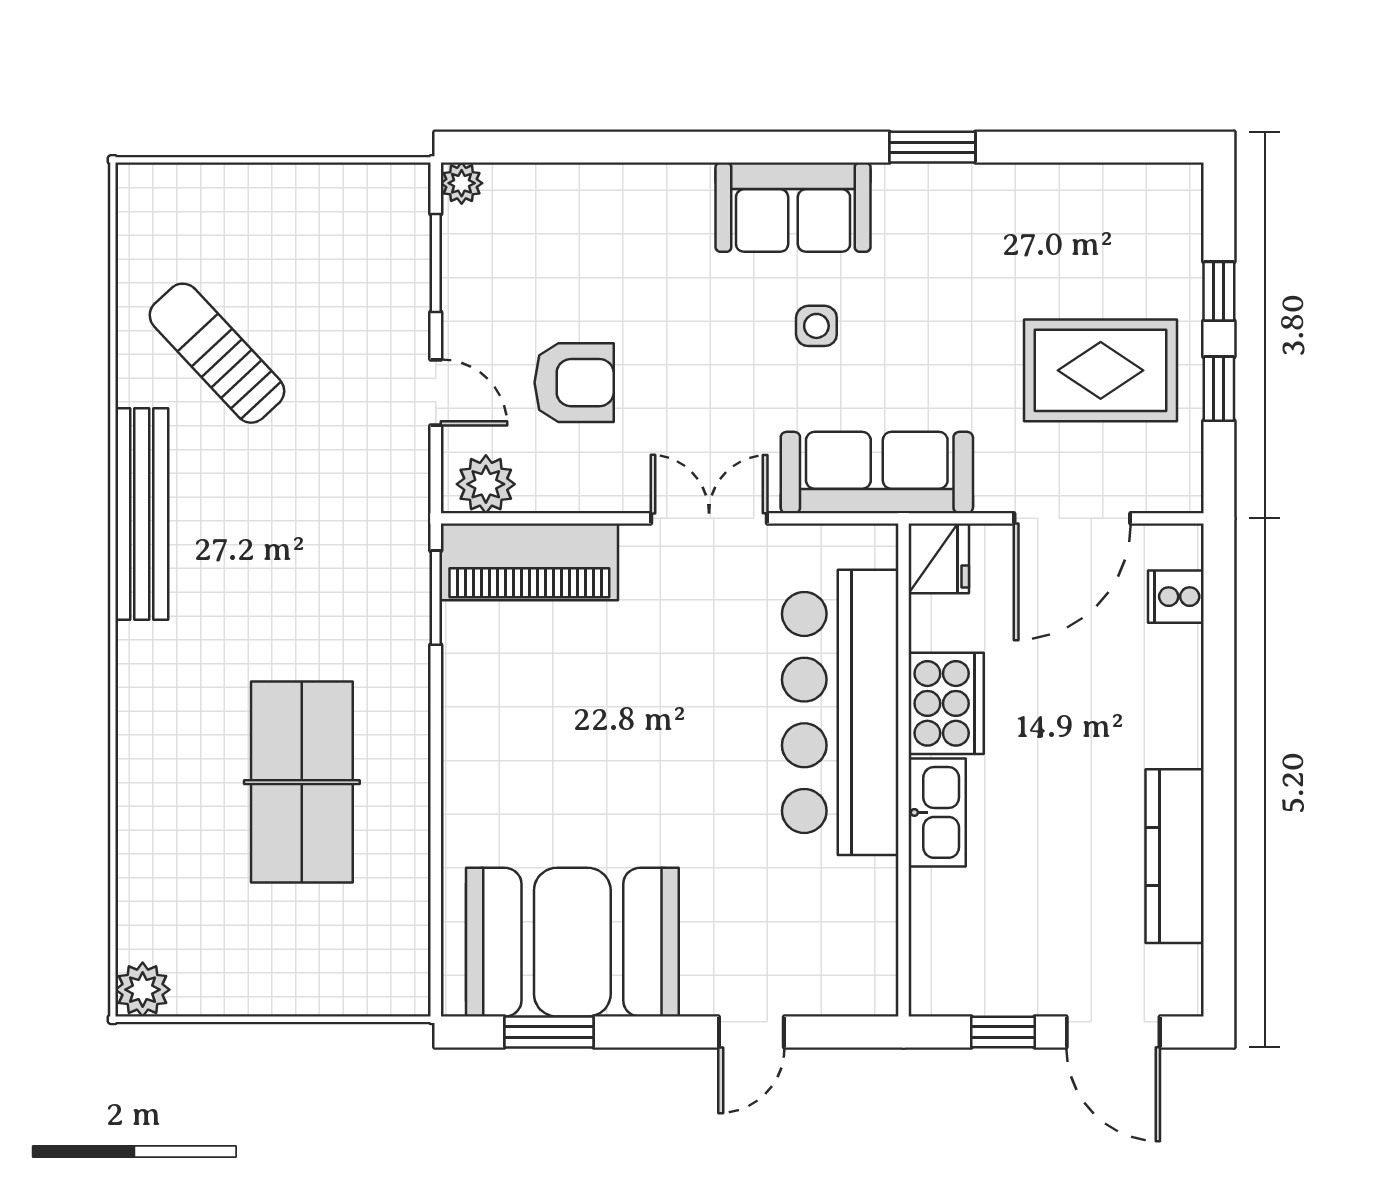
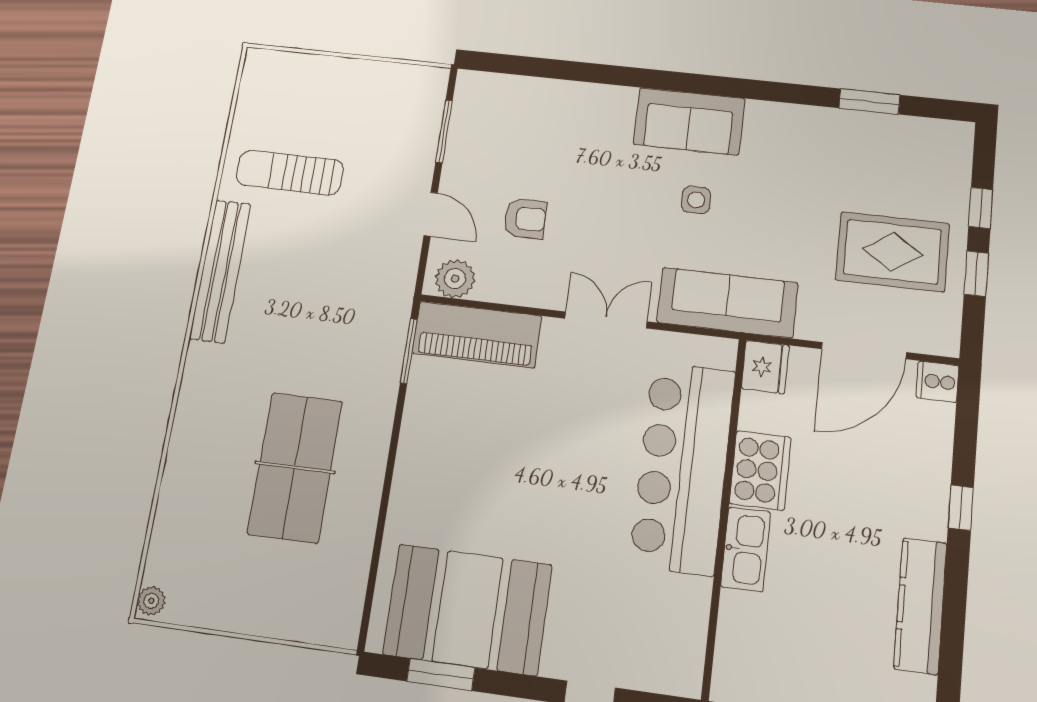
window: (932, 147) -> (869, 102), moved
plant: (462, 183) -> (469, 83), removed
sun lounger: (217, 353) -> (290, 173), turned -47
armchair: (574, 383) -> (525, 218), width x0.72, depth x0.72
cooker: (1176, 597) -> (937, 382), moved
window: (1219, 719) -> (961, 508), added
plant: (143, 990) -> (151, 601), width x0.73, depth x0.73

